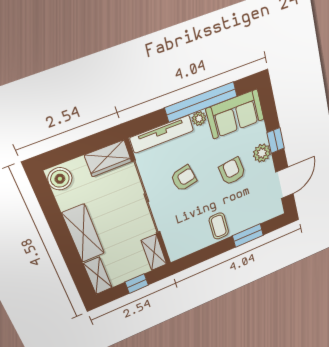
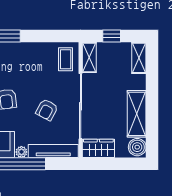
armchair: (184, 178) -> (47, 110), turned -50
coffee table: (219, 226) -> (66, 59), moved
shelving: (83, 233) -> (137, 114), moved

